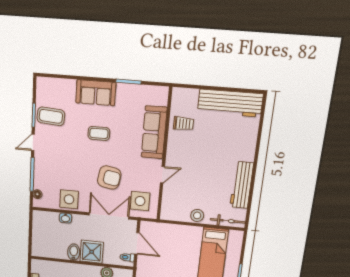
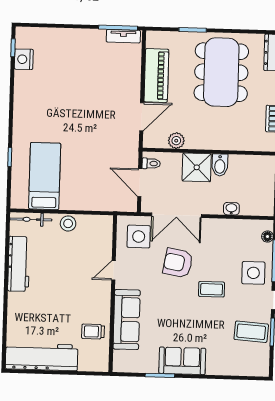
sofa: (96, 93) -> (182, 361), moved
coffee table: (99, 133) -> (211, 289), moved
side table: (69, 199) -> (253, 273), moved

